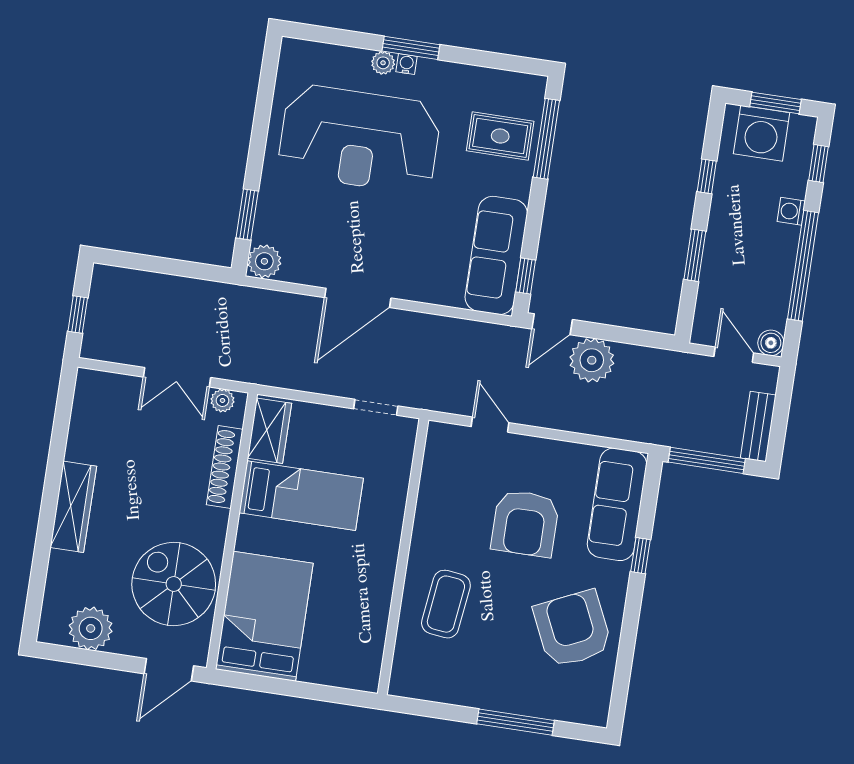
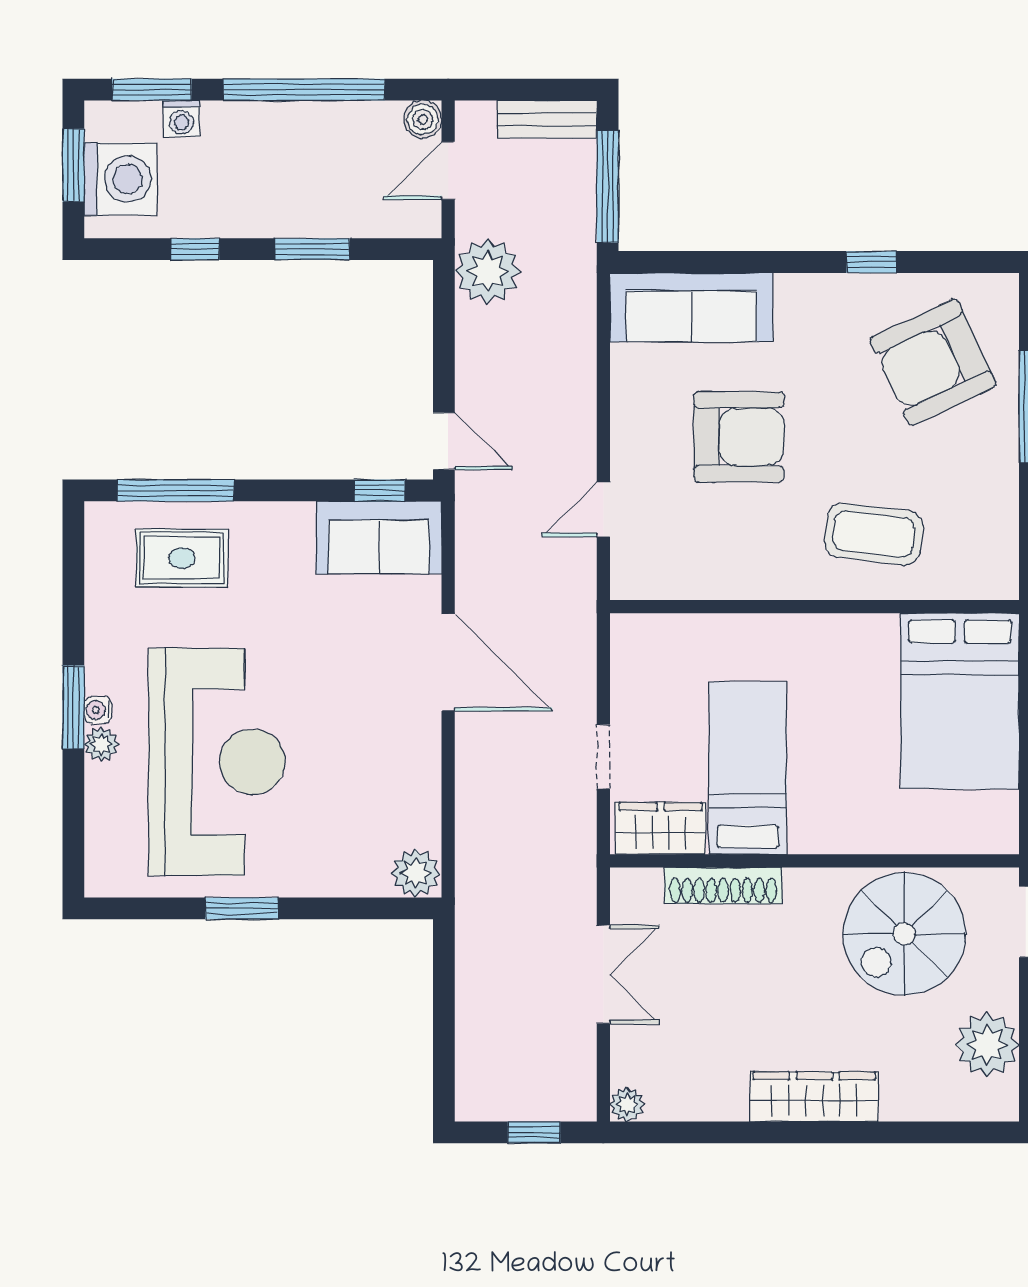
rug: (500, 136) -> (182, 558), turned 90
window: (818, 163) -> (152, 90), width x1.50
washing machine: (791, 211) -> (181, 119), moved
window: (247, 215) -> (242, 908), moved
sofa: (496, 255) -> (379, 538), width x0.73
door: (358, 298) -> (448, 662), moved
plant: (592, 360) -> (487, 271), moved
plant: (222, 400) -> (627, 1104), moved
doorway: (376, 407) -> (603, 757), moved
window: (641, 556) -> (872, 262), moved
bed: (264, 616) -> (960, 701), moved, turned -90
armchair: (573, 629) -> (933, 362), moved

